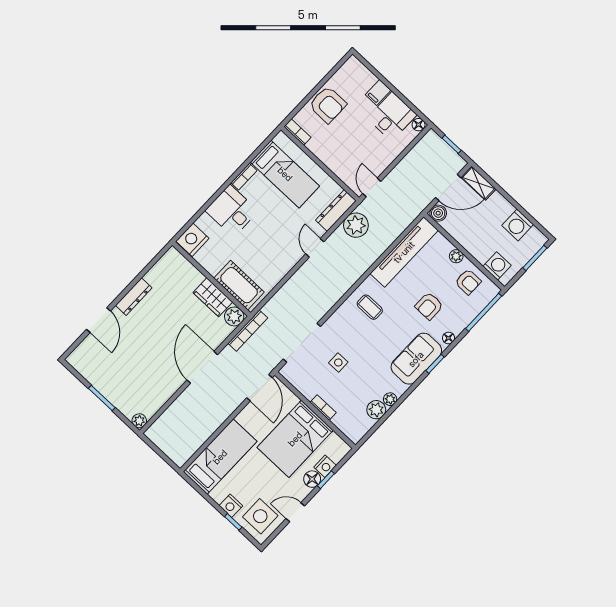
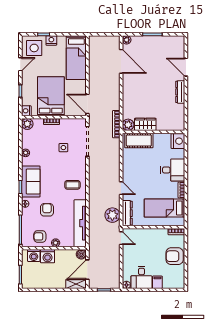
washing machine: (518, 225) -> (48, 256), moved, turned 180
door: (202, 367) -> (121, 61), moved
plant: (376, 410) -> (27, 124), moved
nightstand: (325, 466) -> (26, 111), moved
floor lamp: (312, 479) -> (27, 86), removed

